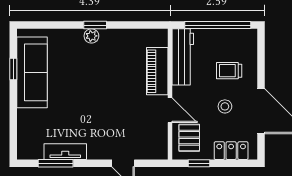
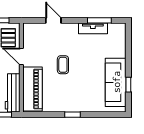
plant: (91, 36) -> (75, 107), removed
piano: (157, 71) -> (32, 89), width x1.37, depth x1.33
coffee table: (109, 98) -> (63, 65), added

